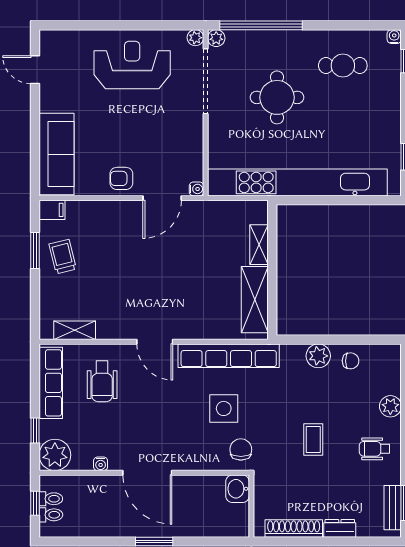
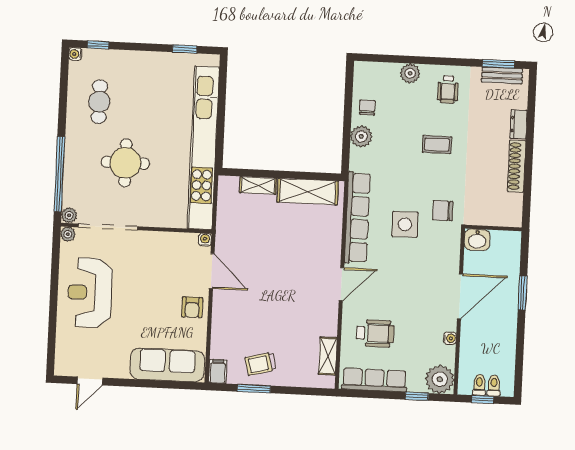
washbasin: (238, 489) -> (477, 240), moved
wall: (251, 506) -> (493, 228), moved

